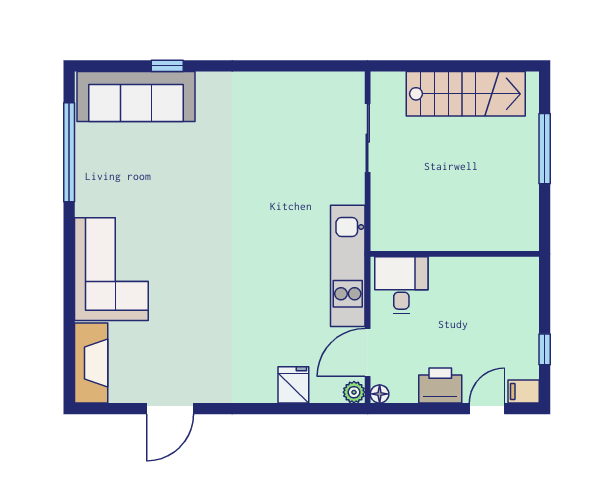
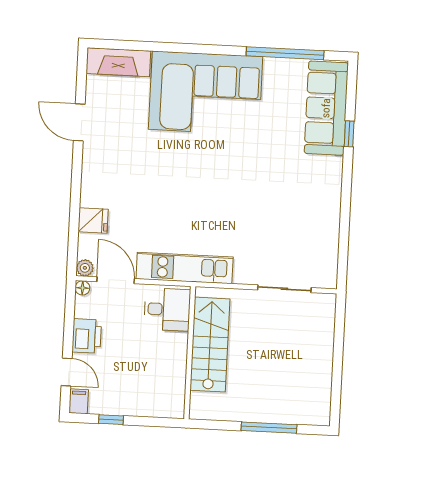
stairs: (466, 94) -> (210, 345), moved, turned 180
corner sofa: (111, 269) -> (206, 93), width x1.36, depth x1.36

